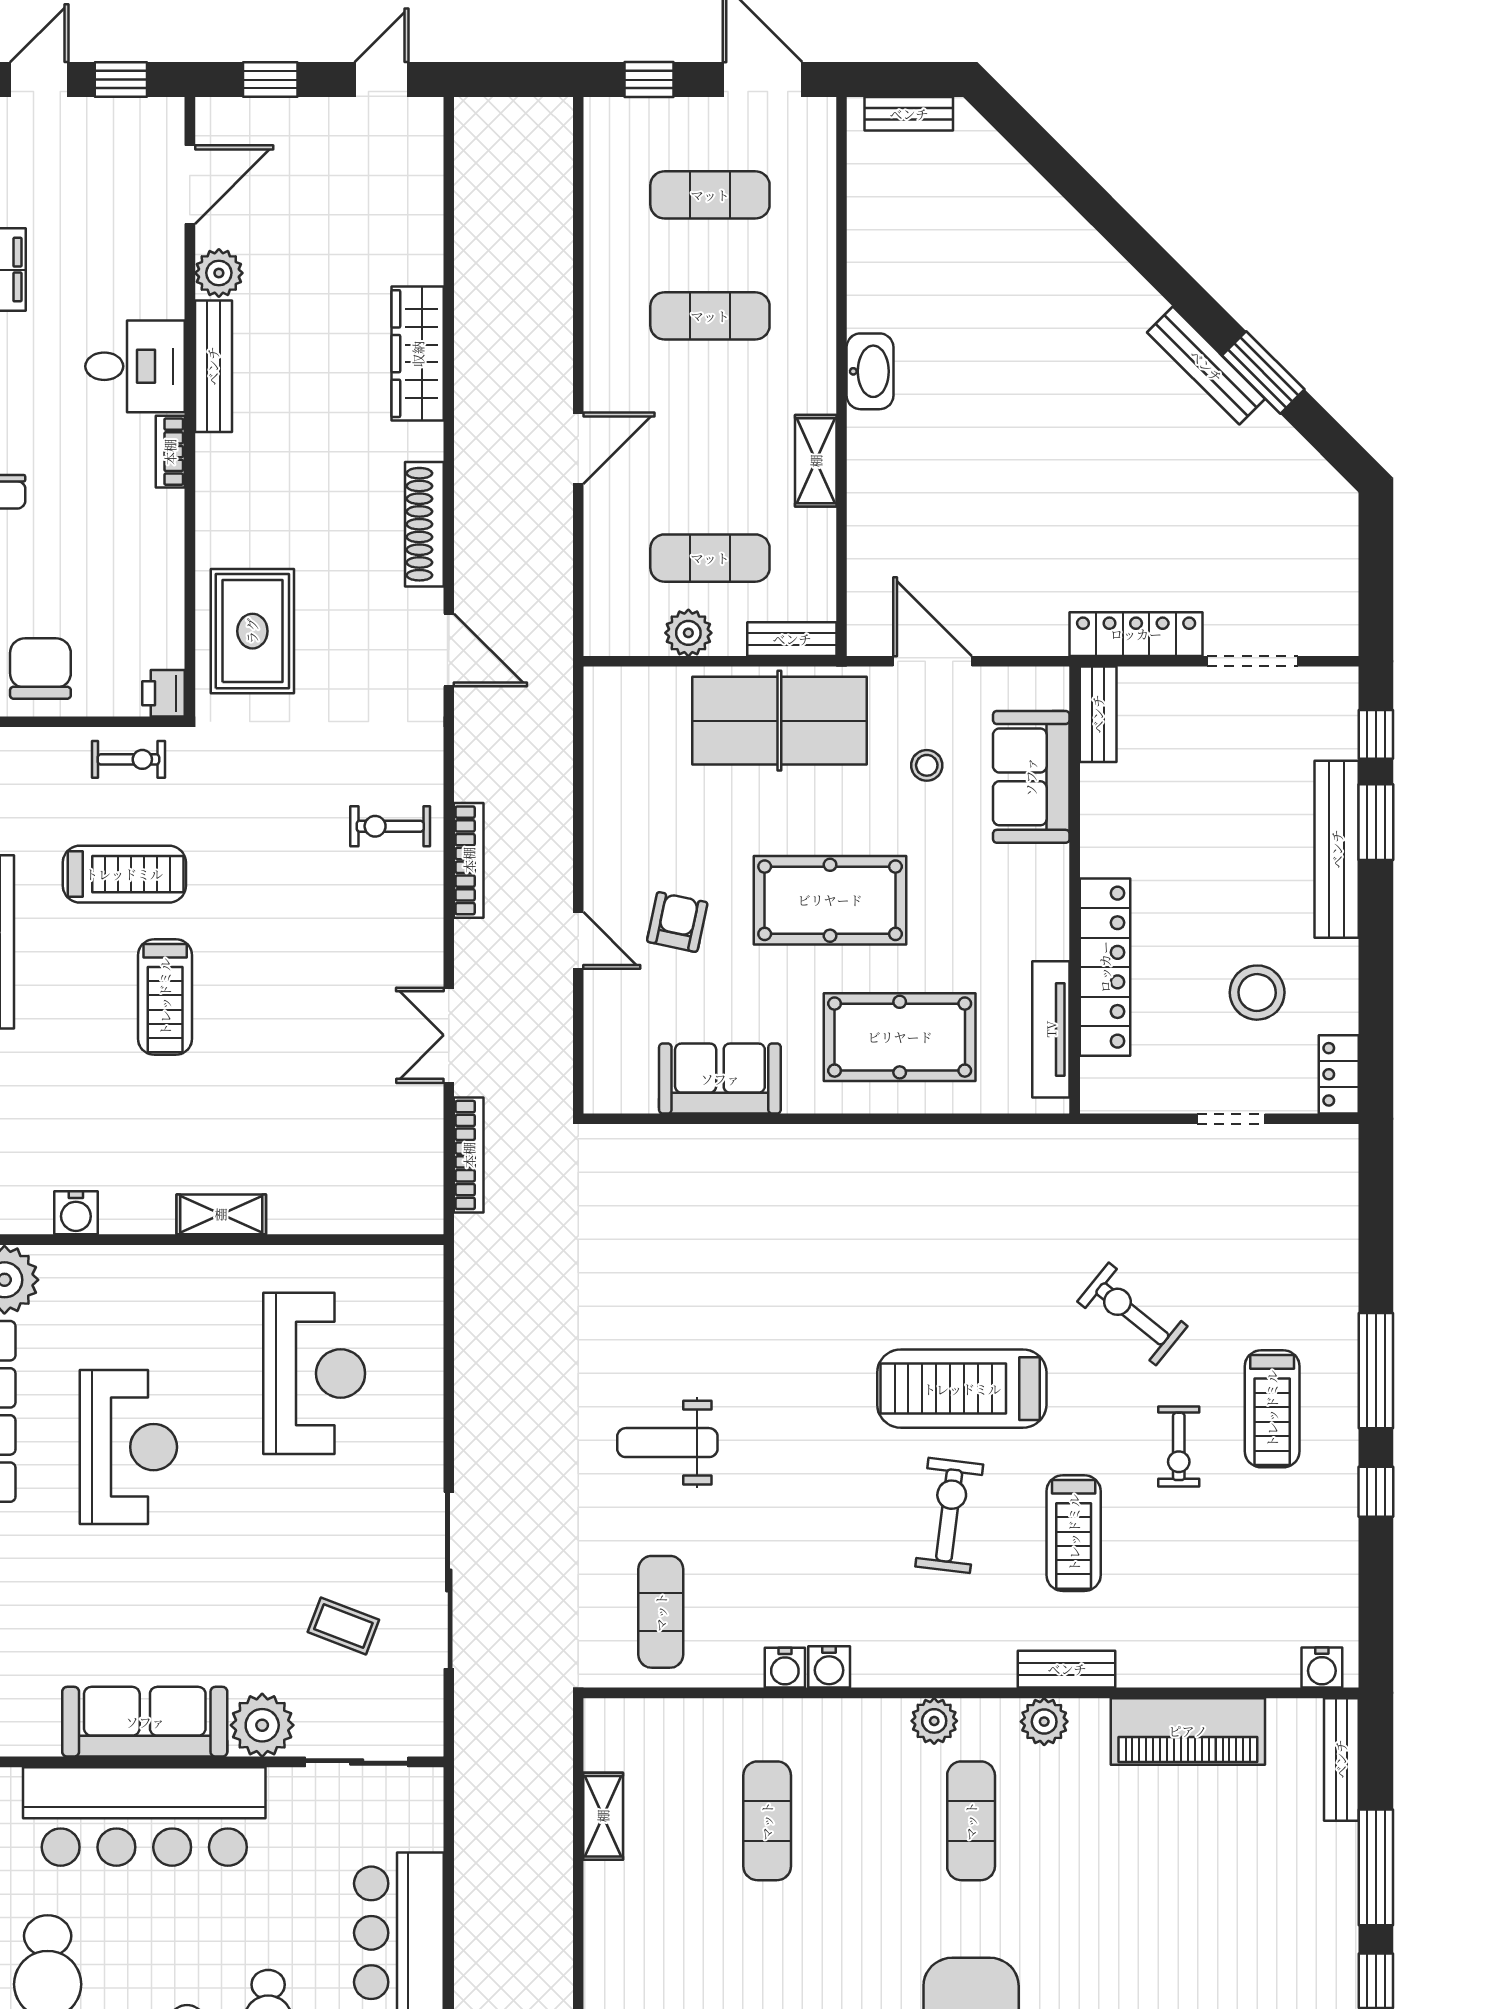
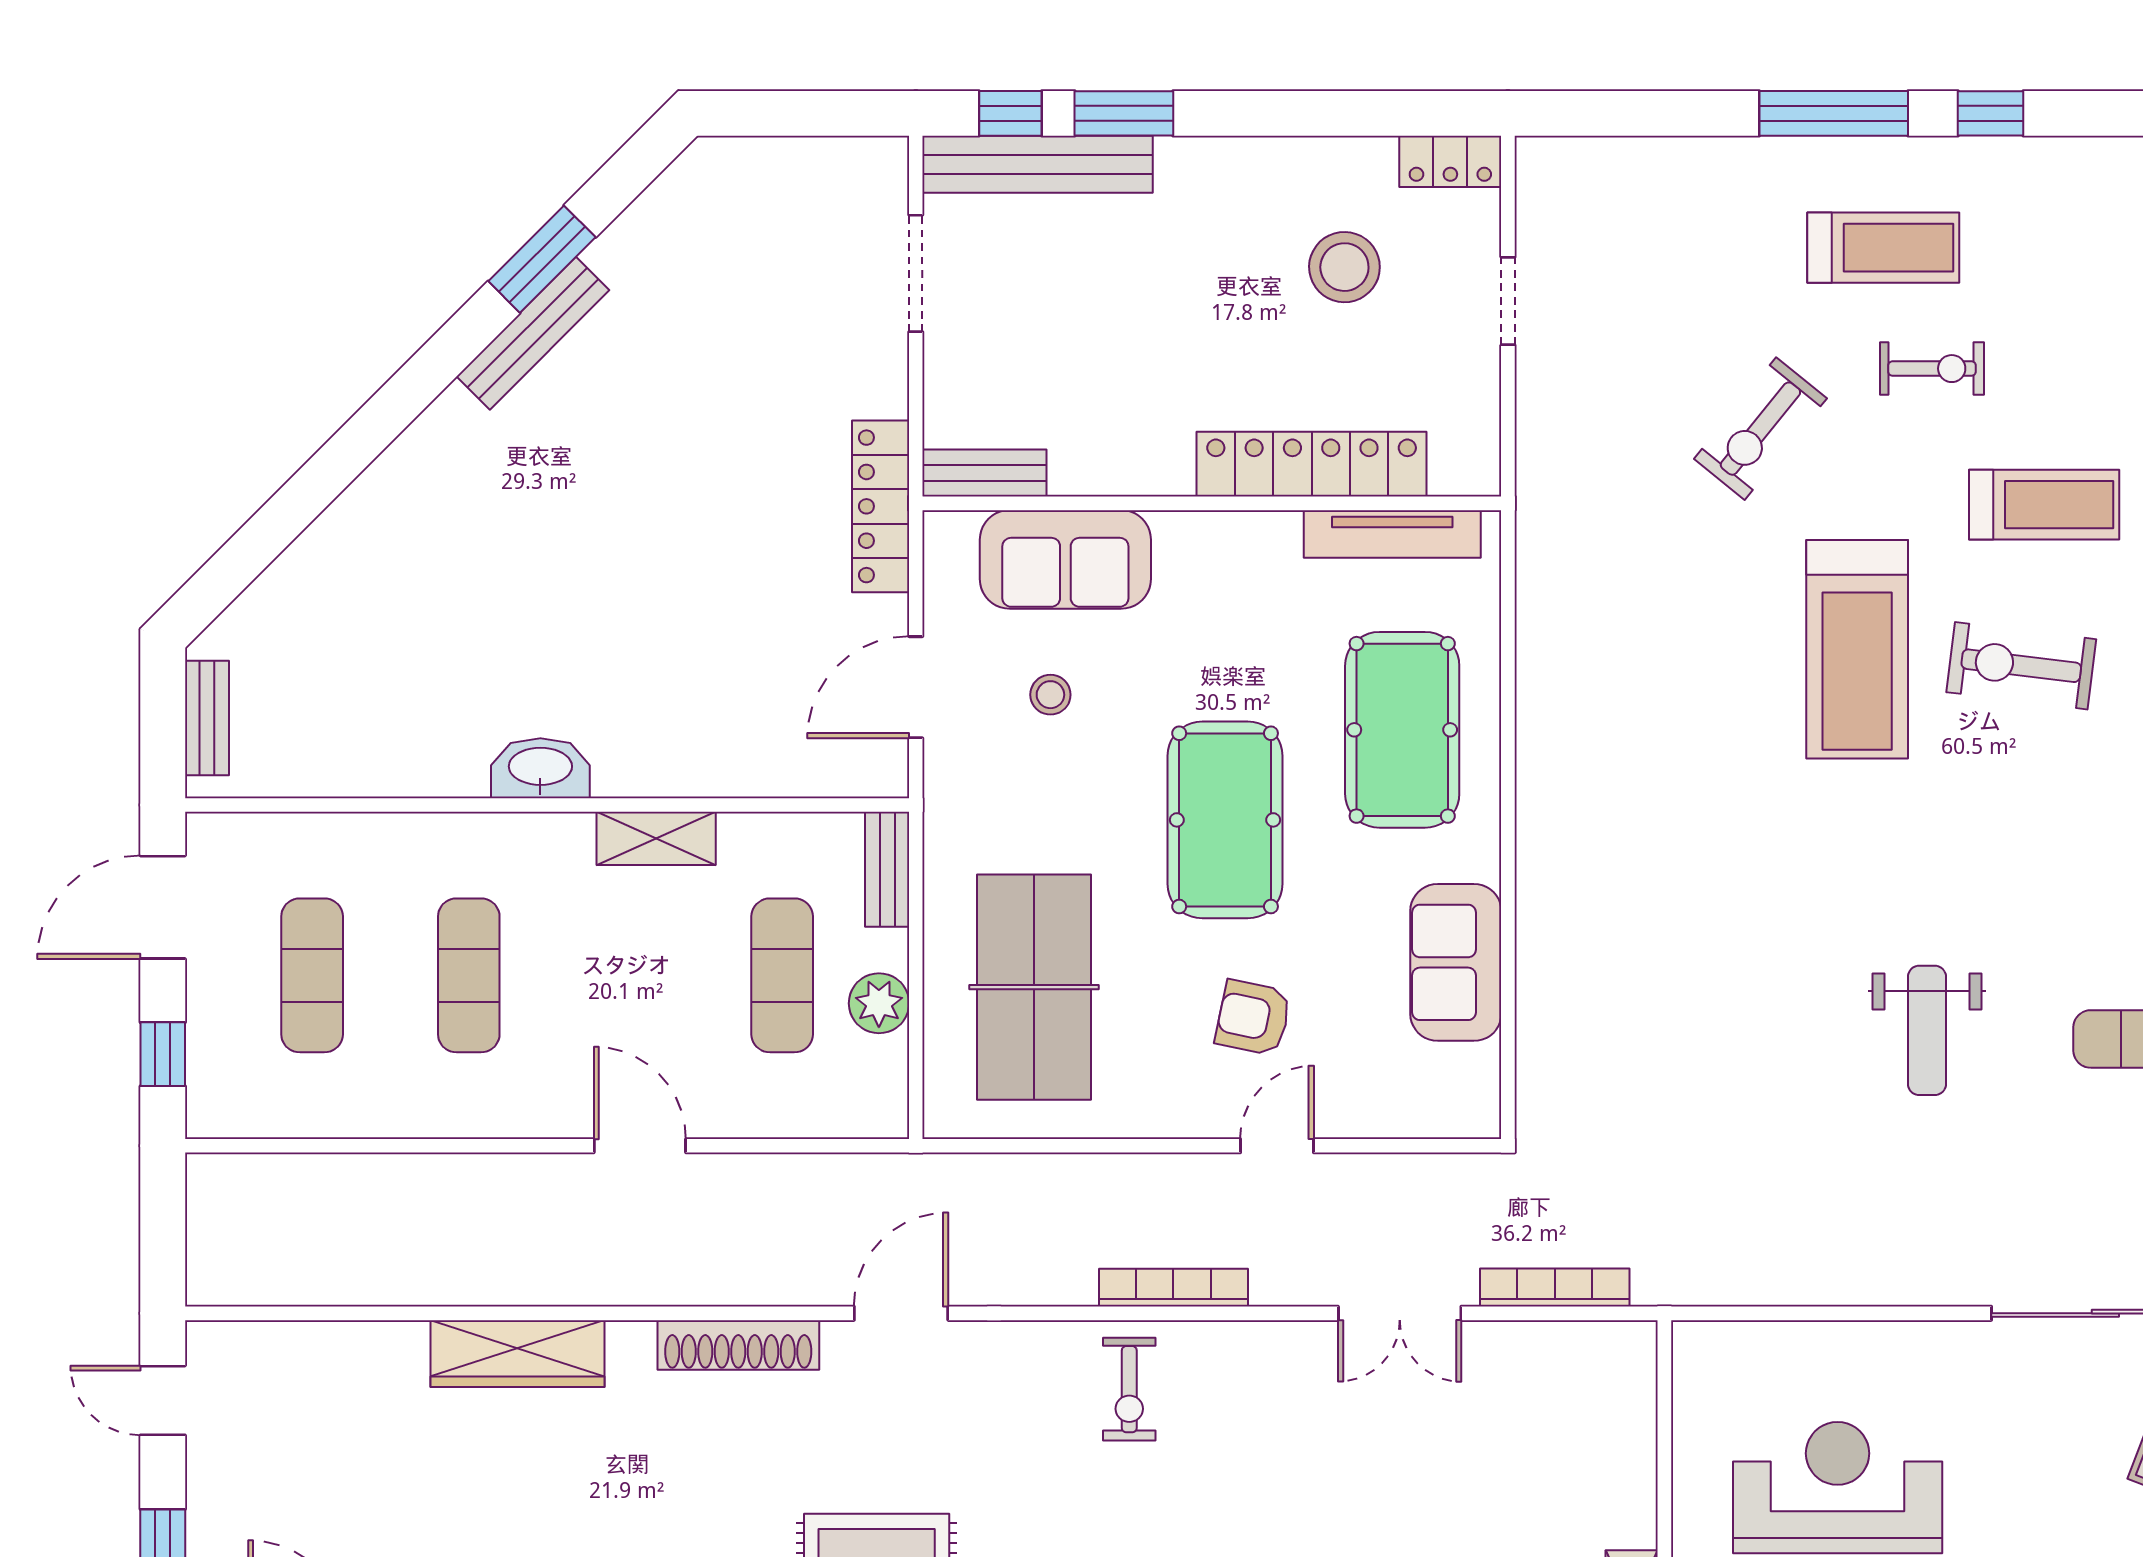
locker: (1136, 634) -> (881, 506), moved
table tennis table: (779, 721) -> (1034, 987), moved
bench: (1337, 849) -> (1038, 164), moved

